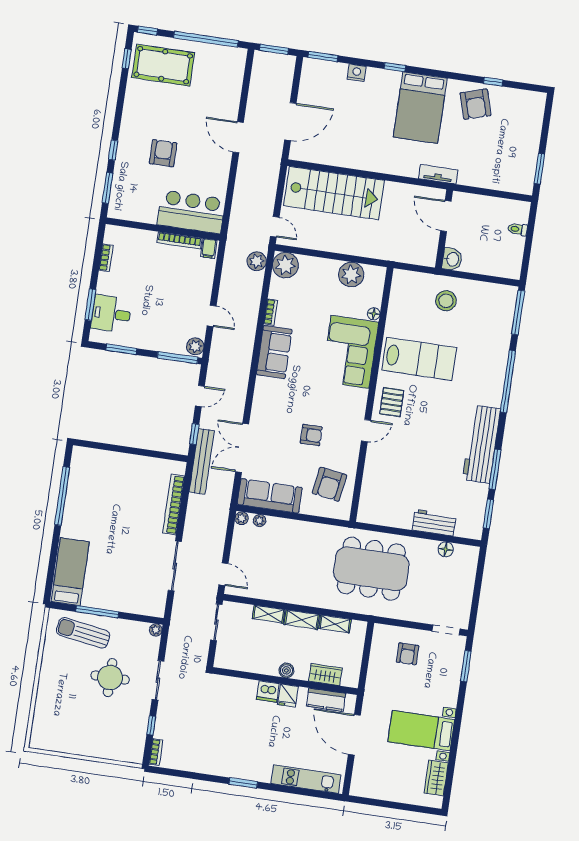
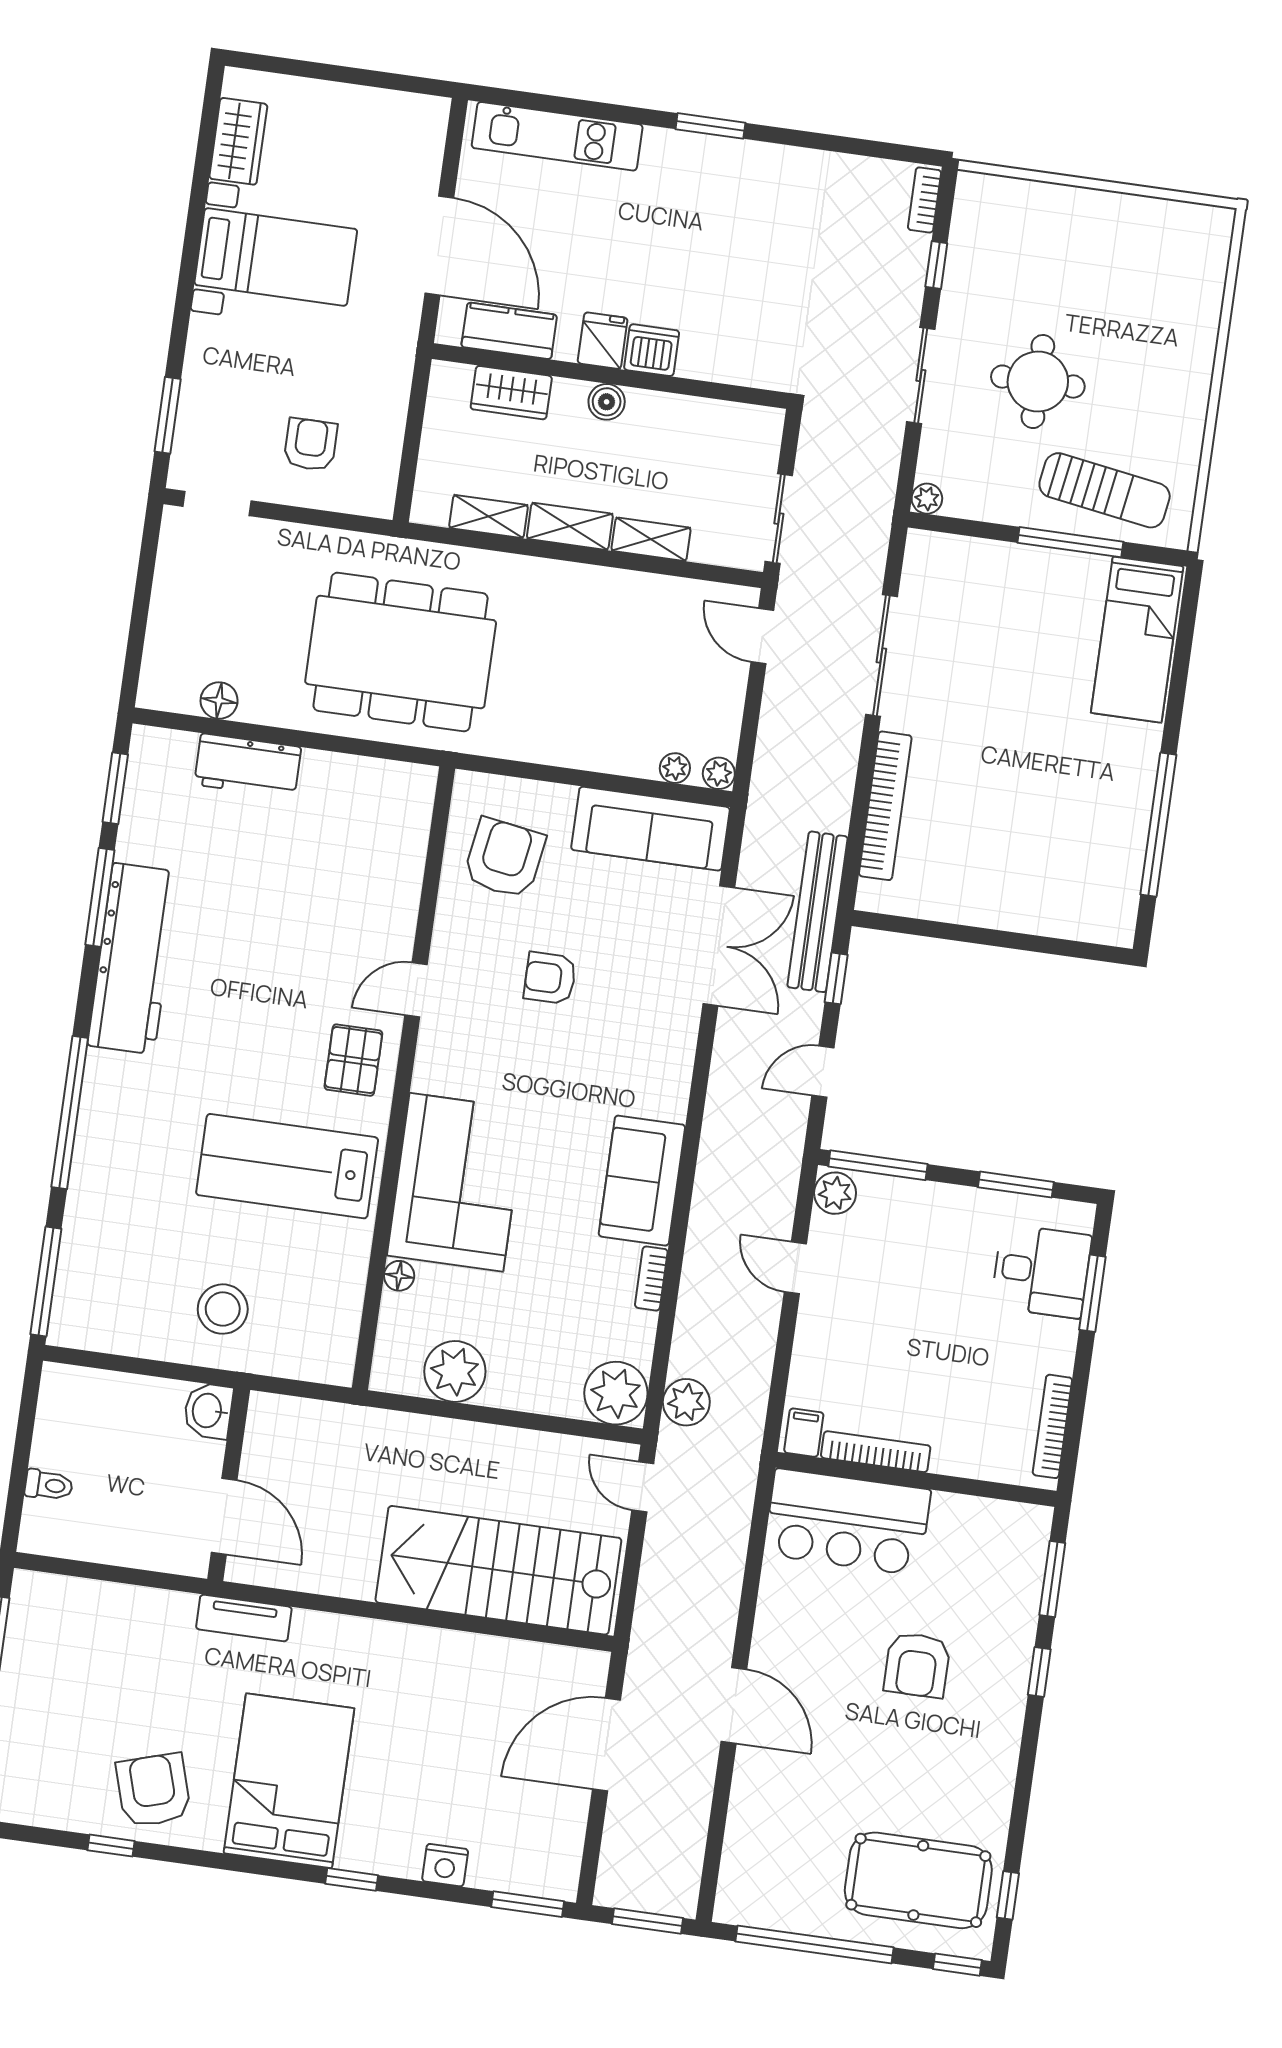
bookcase: (106, 258) -> (1052, 1426), width x1.56

